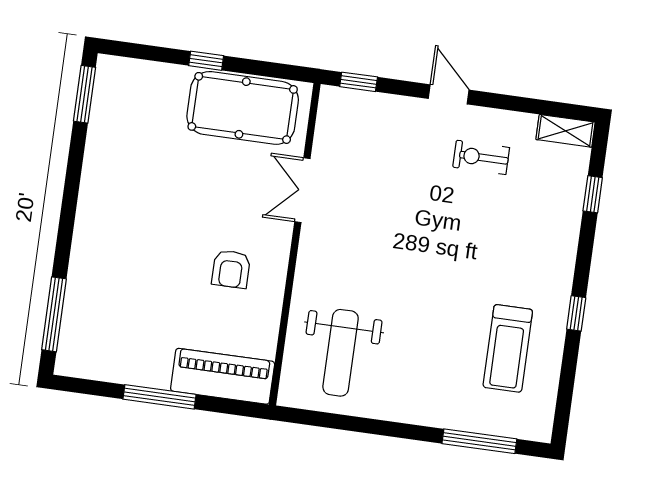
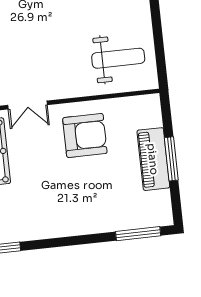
armchair: (231, 269) -> (85, 135), width x1.88, depth x1.88
piano: (223, 376) -> (153, 159), moved

